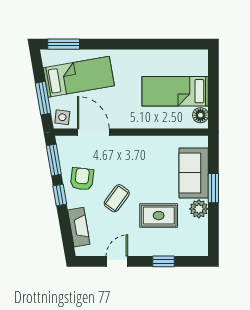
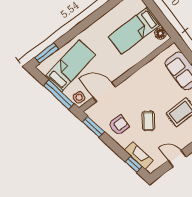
window: (43, 98) -> (59, 95), width x1.44
armchair: (82, 179) -> (119, 125), turned 83
window: (60, 195) -> (134, 164), moved
door: (117, 261) -> (177, 159), hinge flipped

